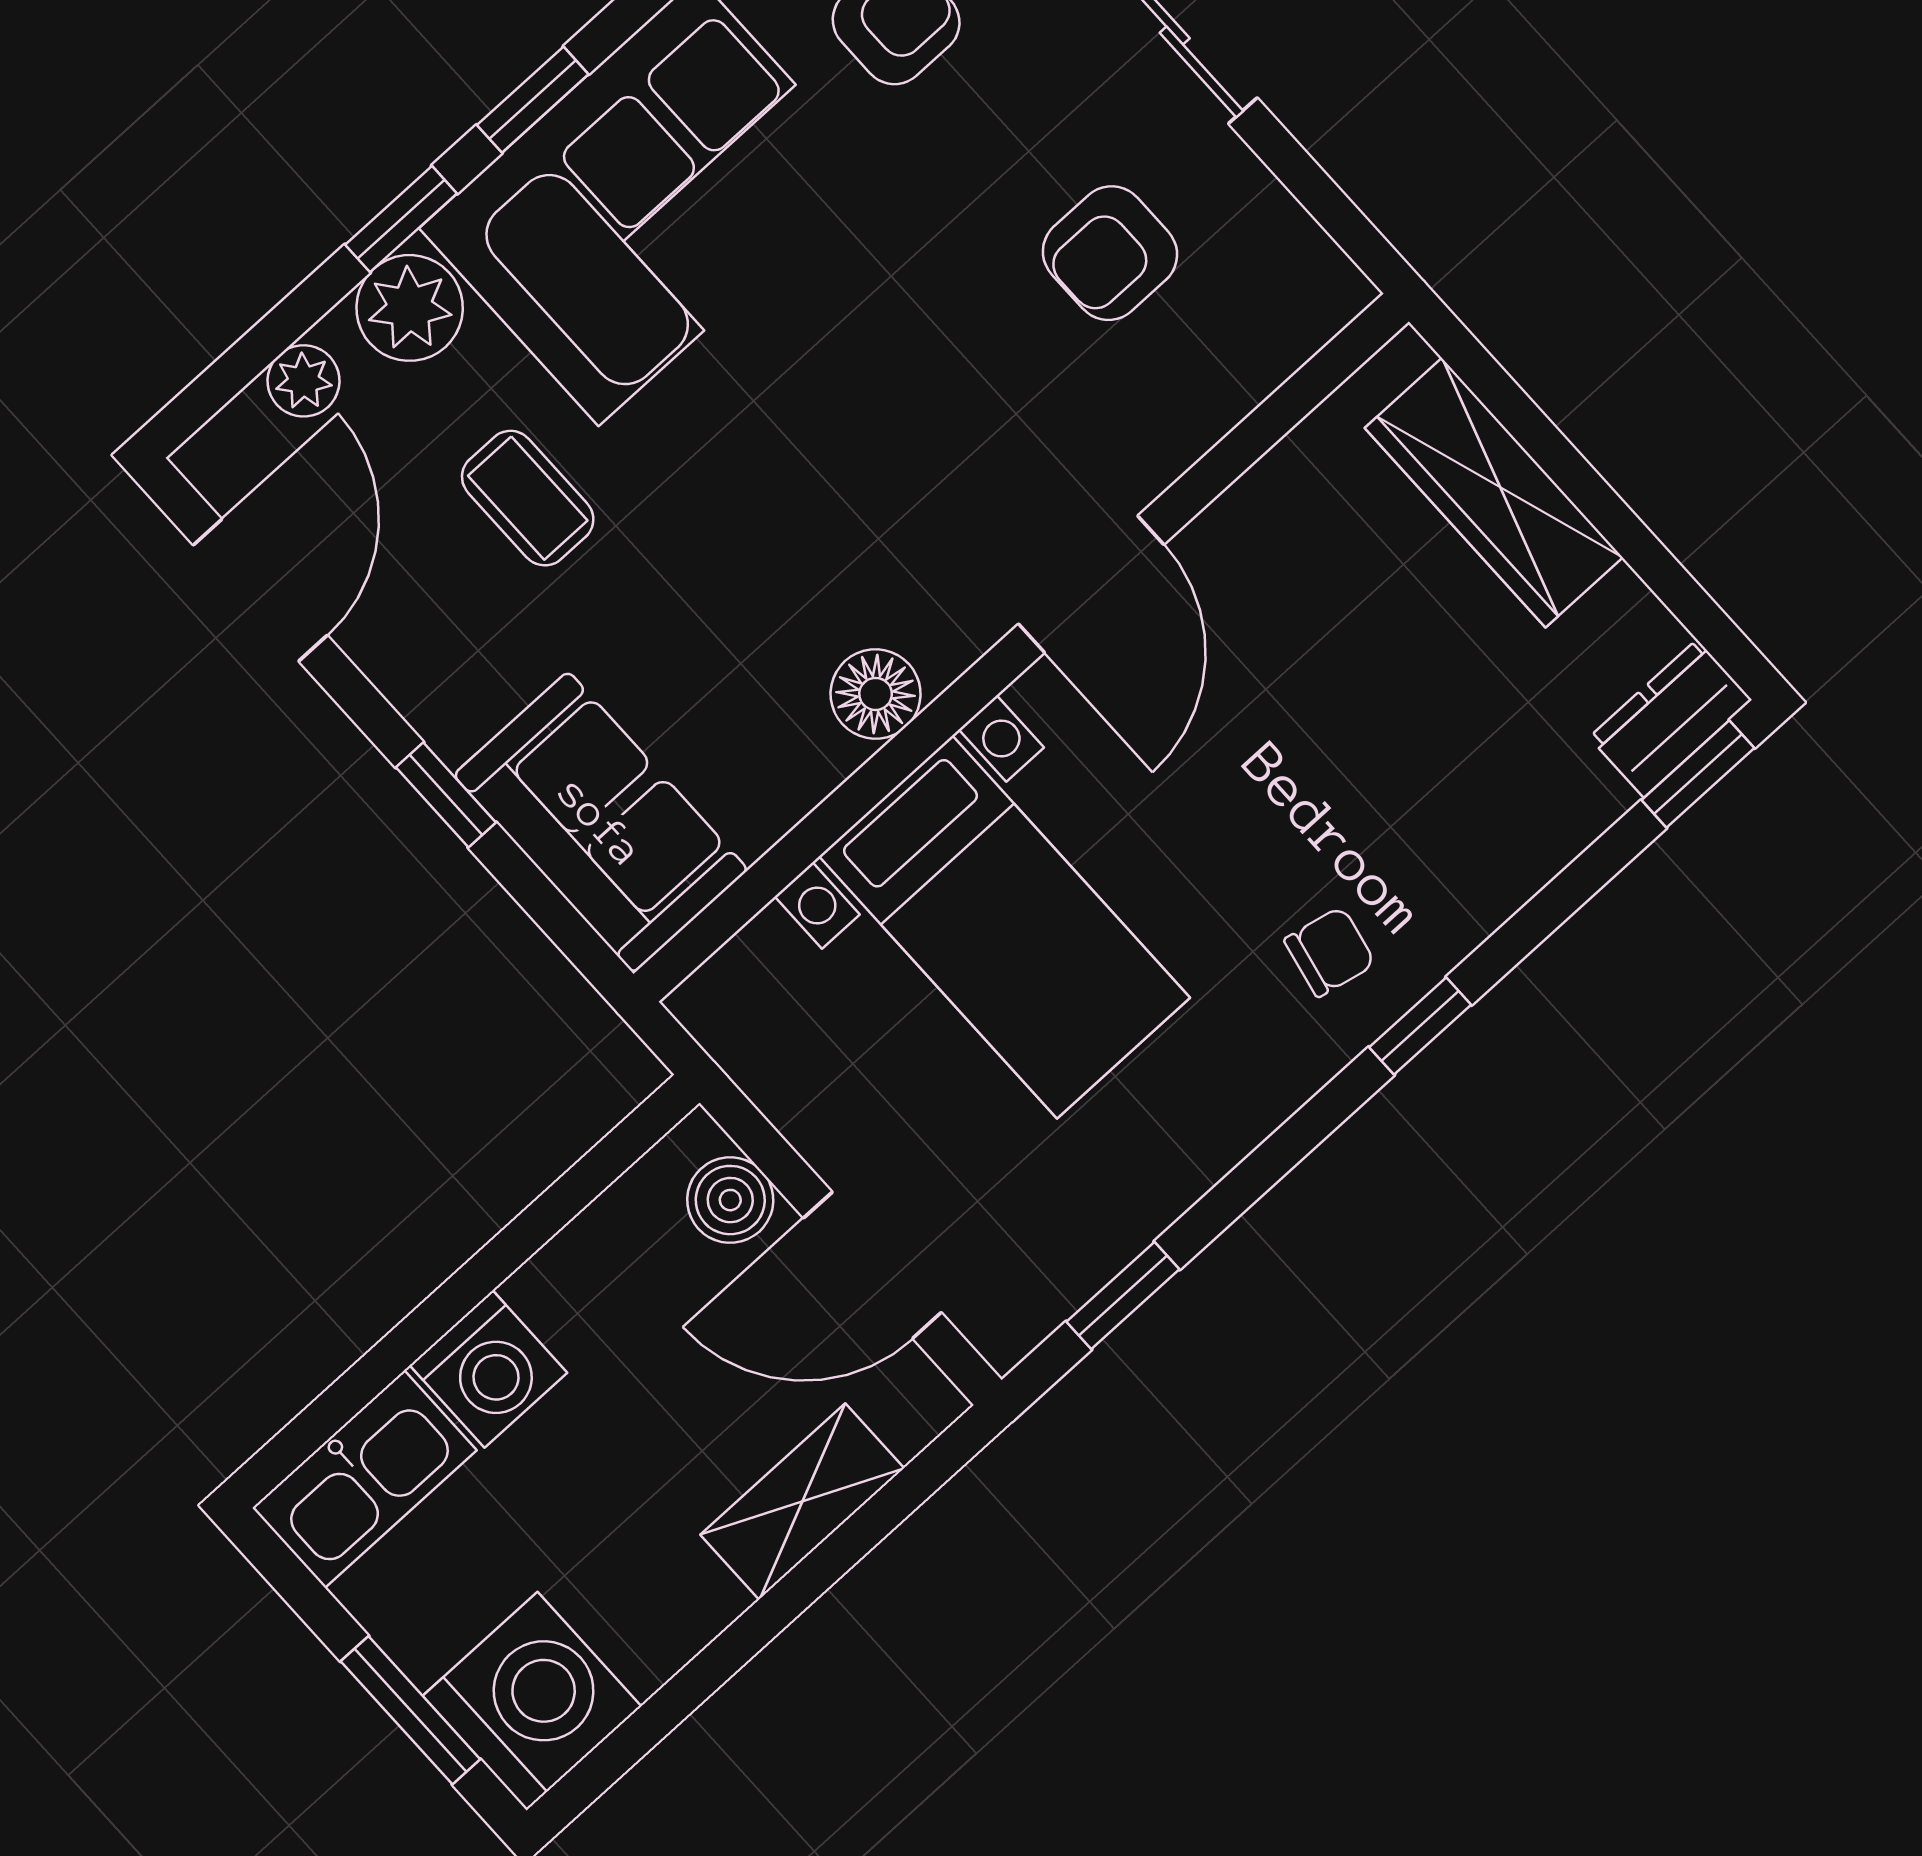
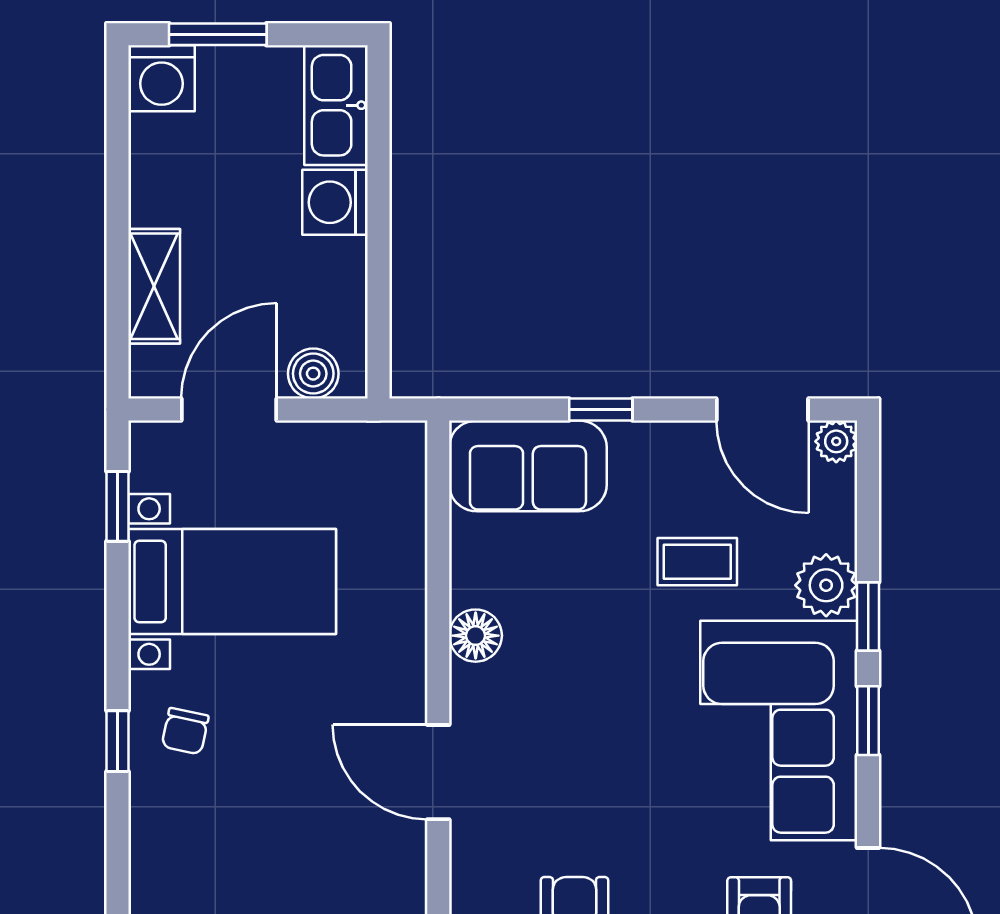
plant: (303, 381) -> (836, 441), moved
bed with nightstands: (1005, 927) -> (232, 582), moved, turned 180
washing machine: (532, 1701) -> (161, 78), width x0.73, depth x0.73

